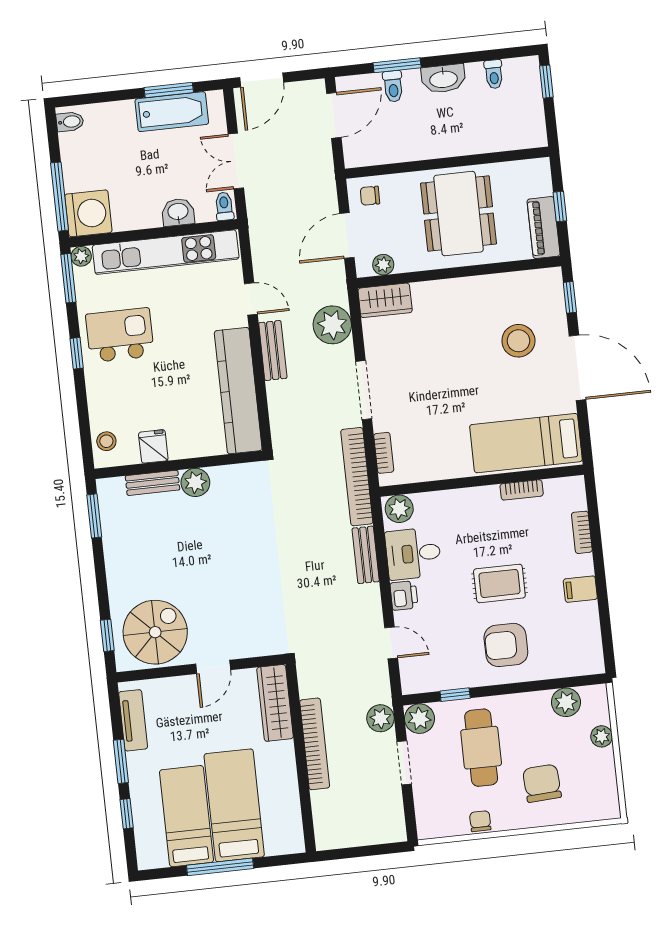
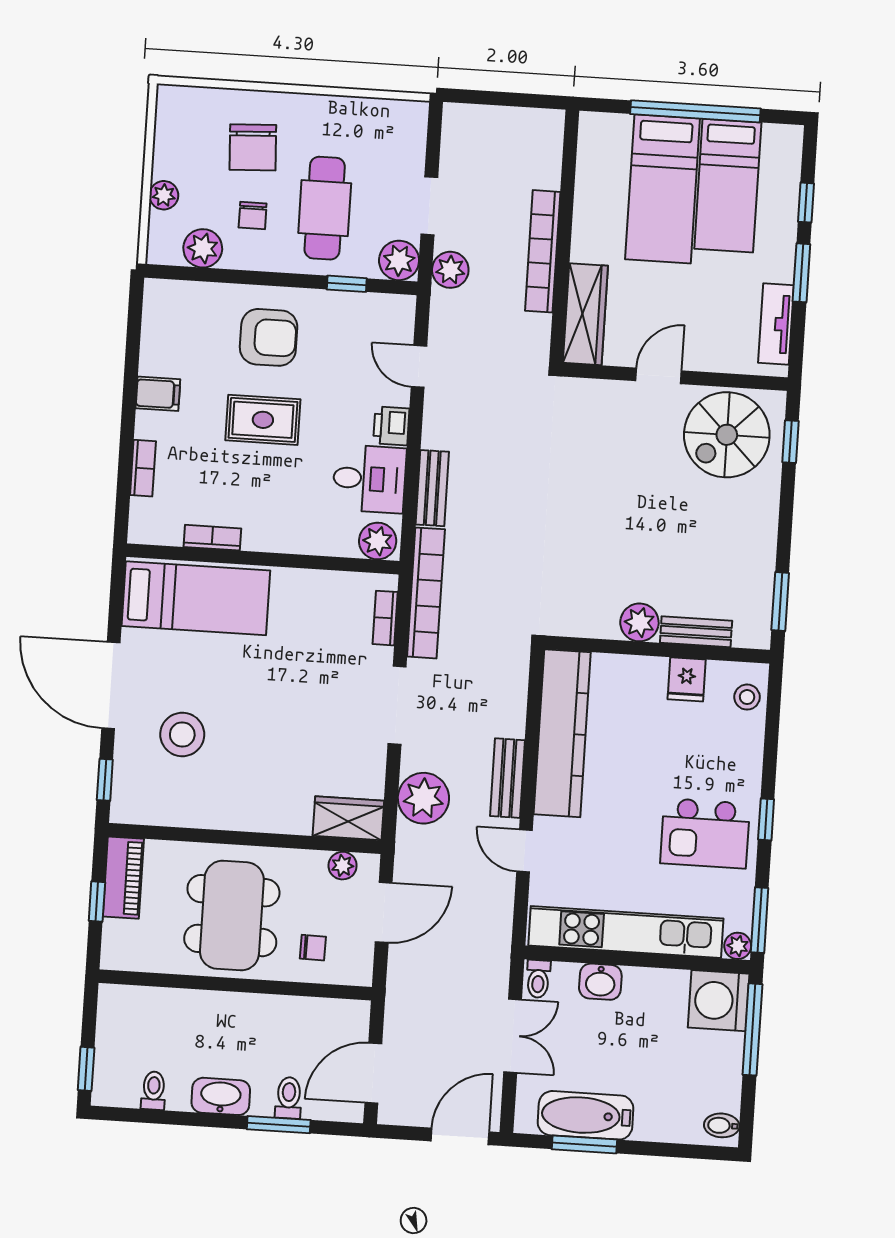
chair: (370, 196) -> (313, 948), moved
chair: (480, 821) -> (253, 215), moved
window: (220, 867) -> (695, 111), width x1.46

